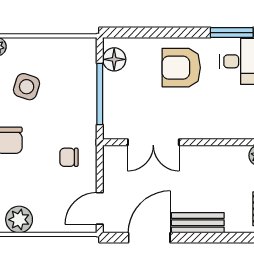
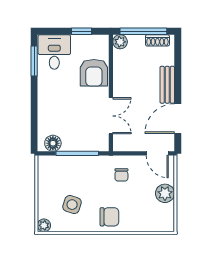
armchair: (181, 68) -> (94, 73), moved
plant: (19, 220) -> (165, 193), moved
door: (149, 238) -> (178, 119), hinge flipped

